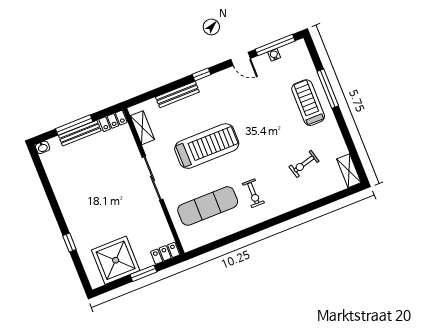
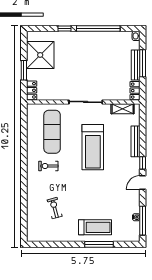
door: (241, 59) -> (143, 182), moved
shelving: (349, 171) -> (38, 237), removed
window: (52, 199) -> (98, 29), added

